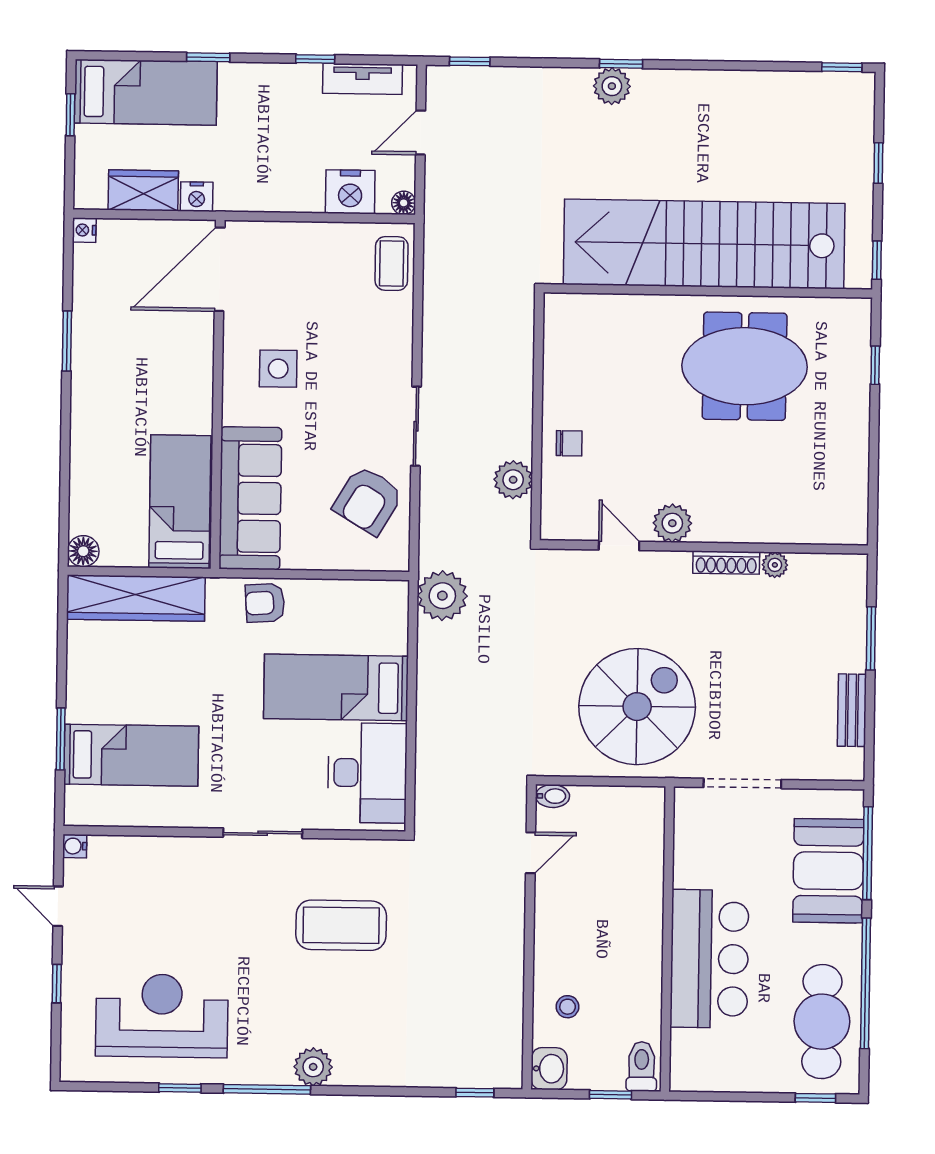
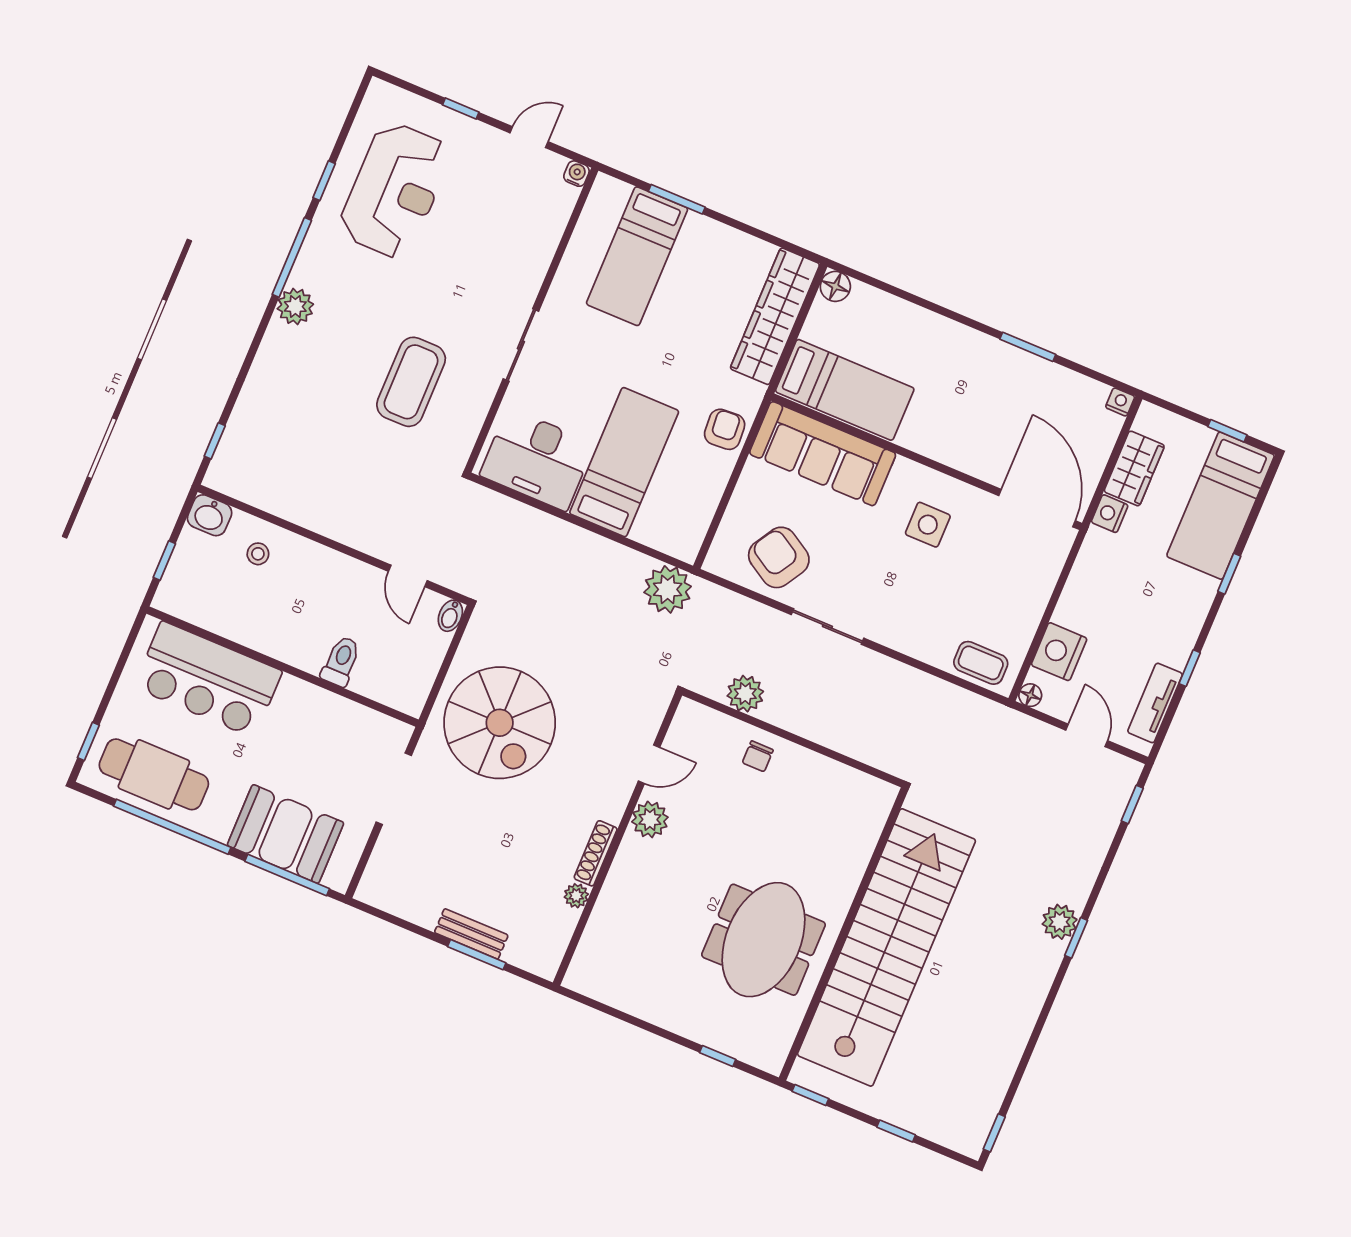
bench: (852, 710) -> (471, 934), moved
bar counter: (709, 959) -> (208, 679), moved
toilet: (642, 1066) -> (341, 661), moved, turned -90

